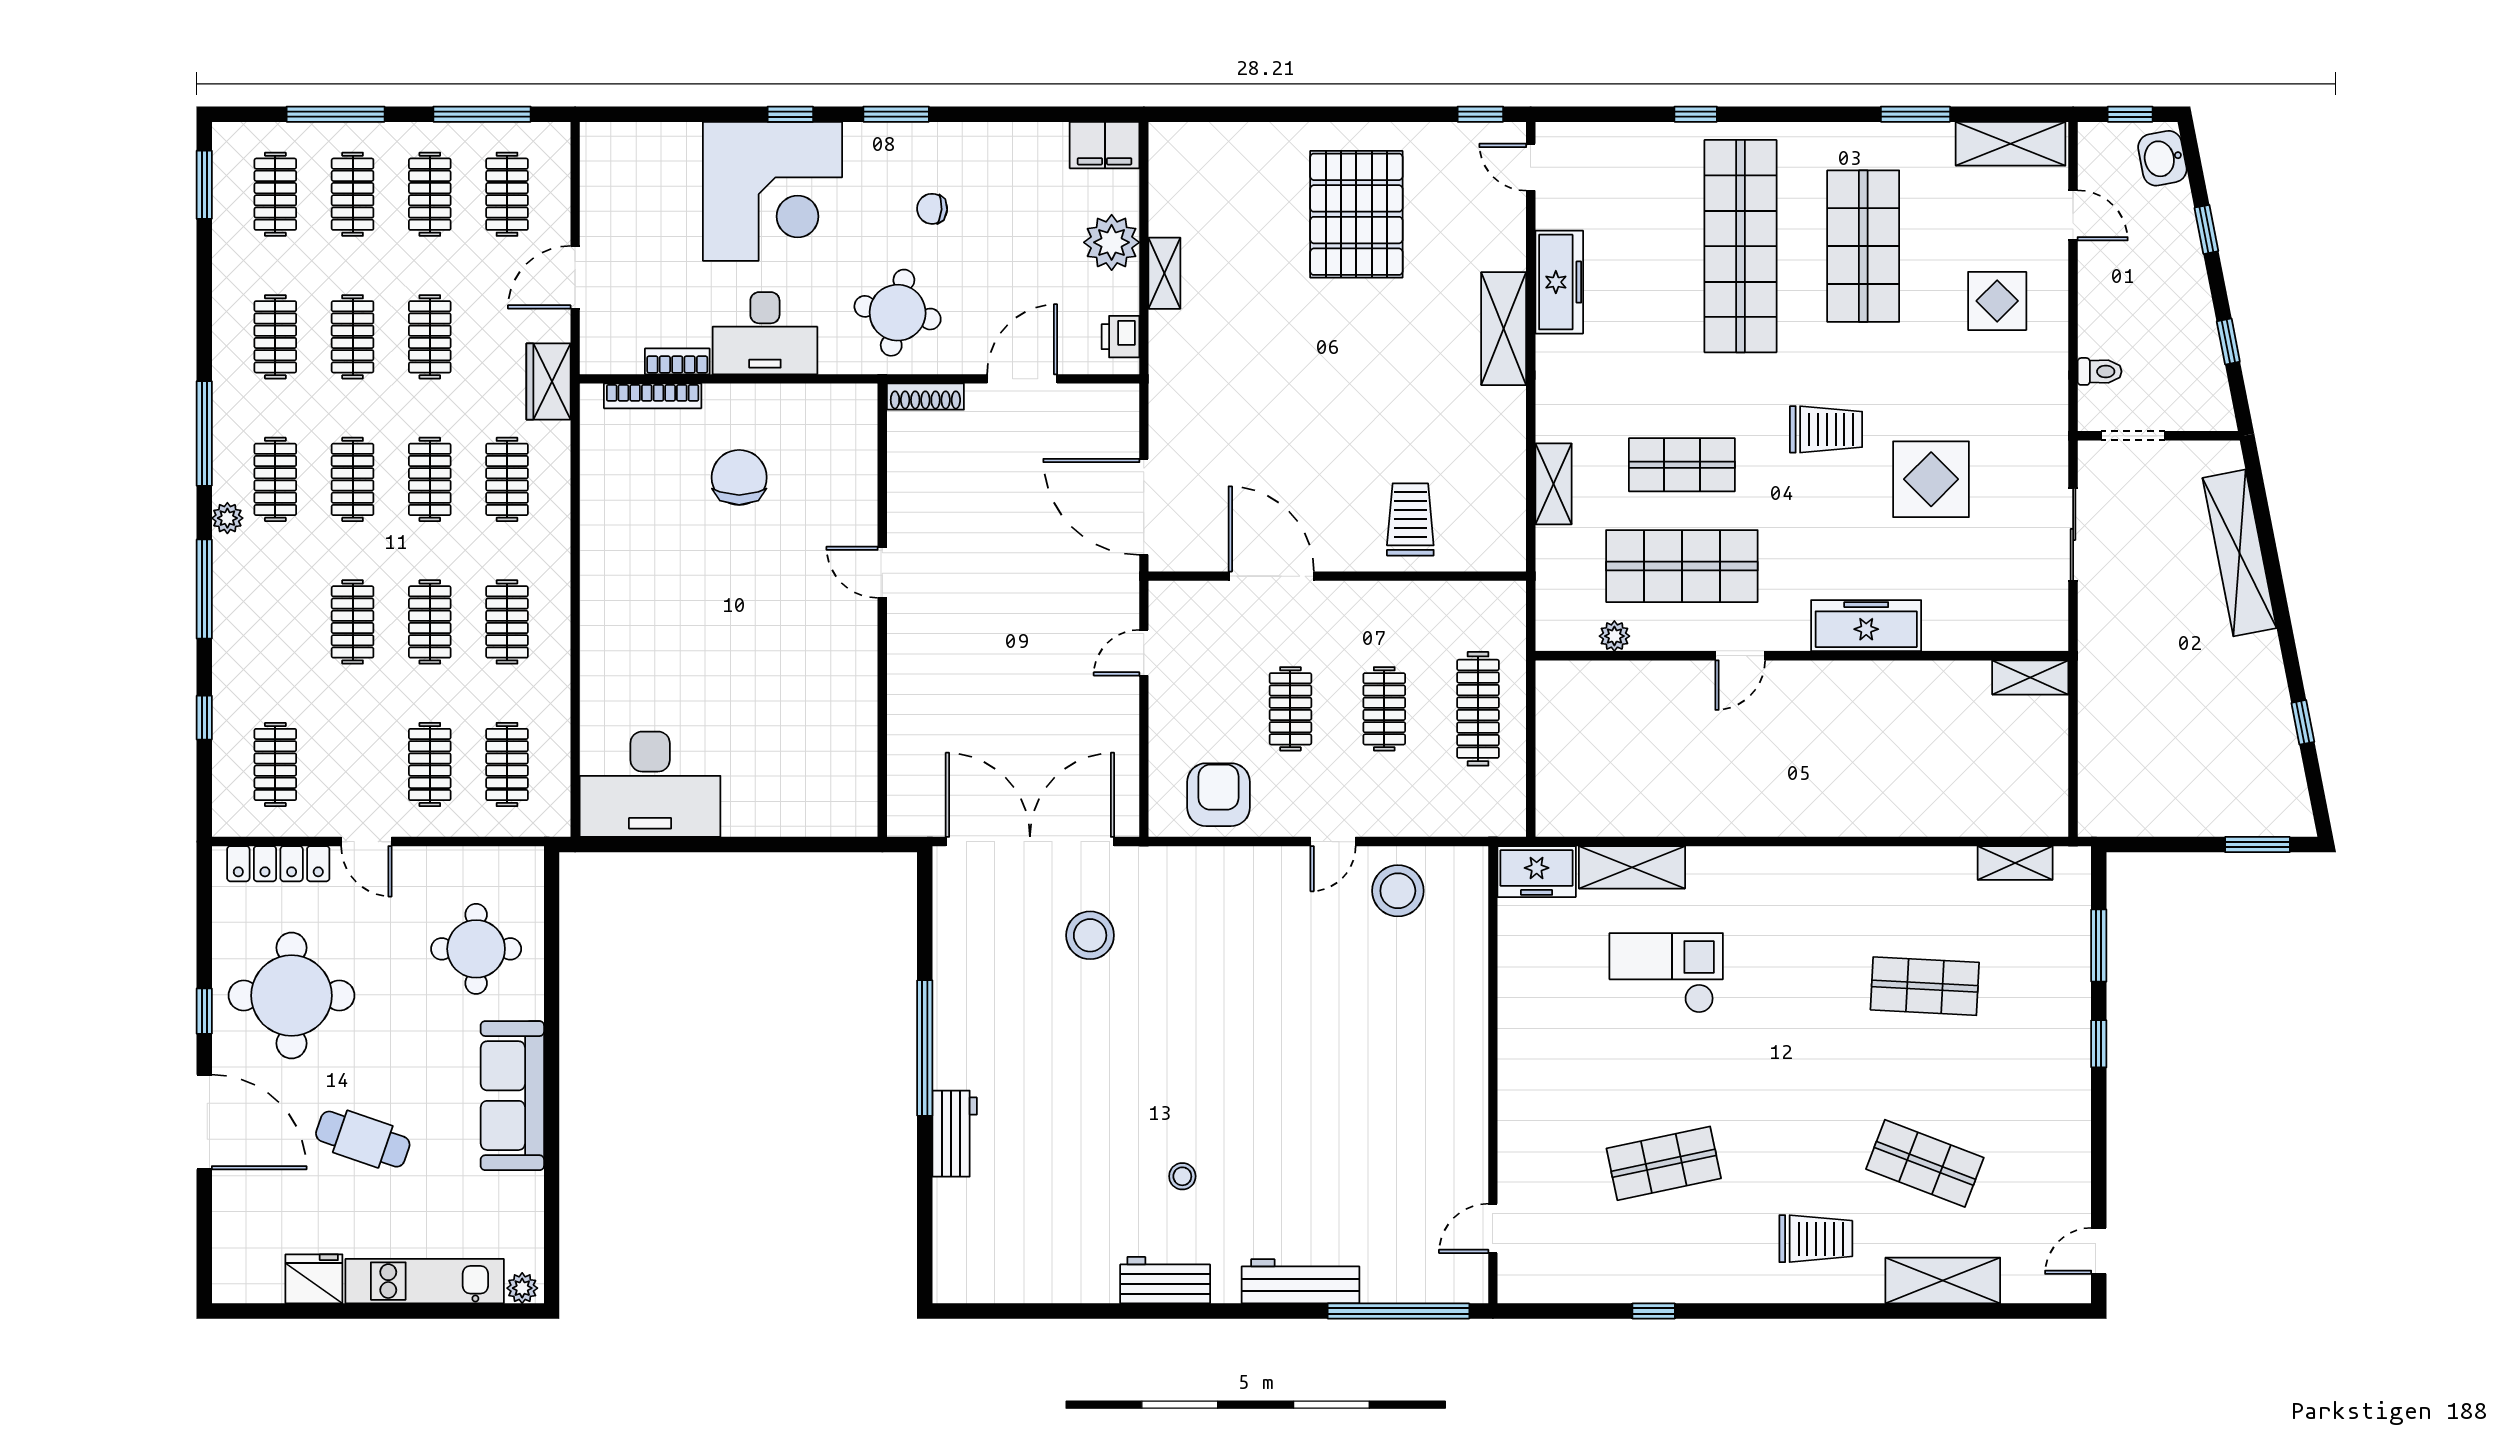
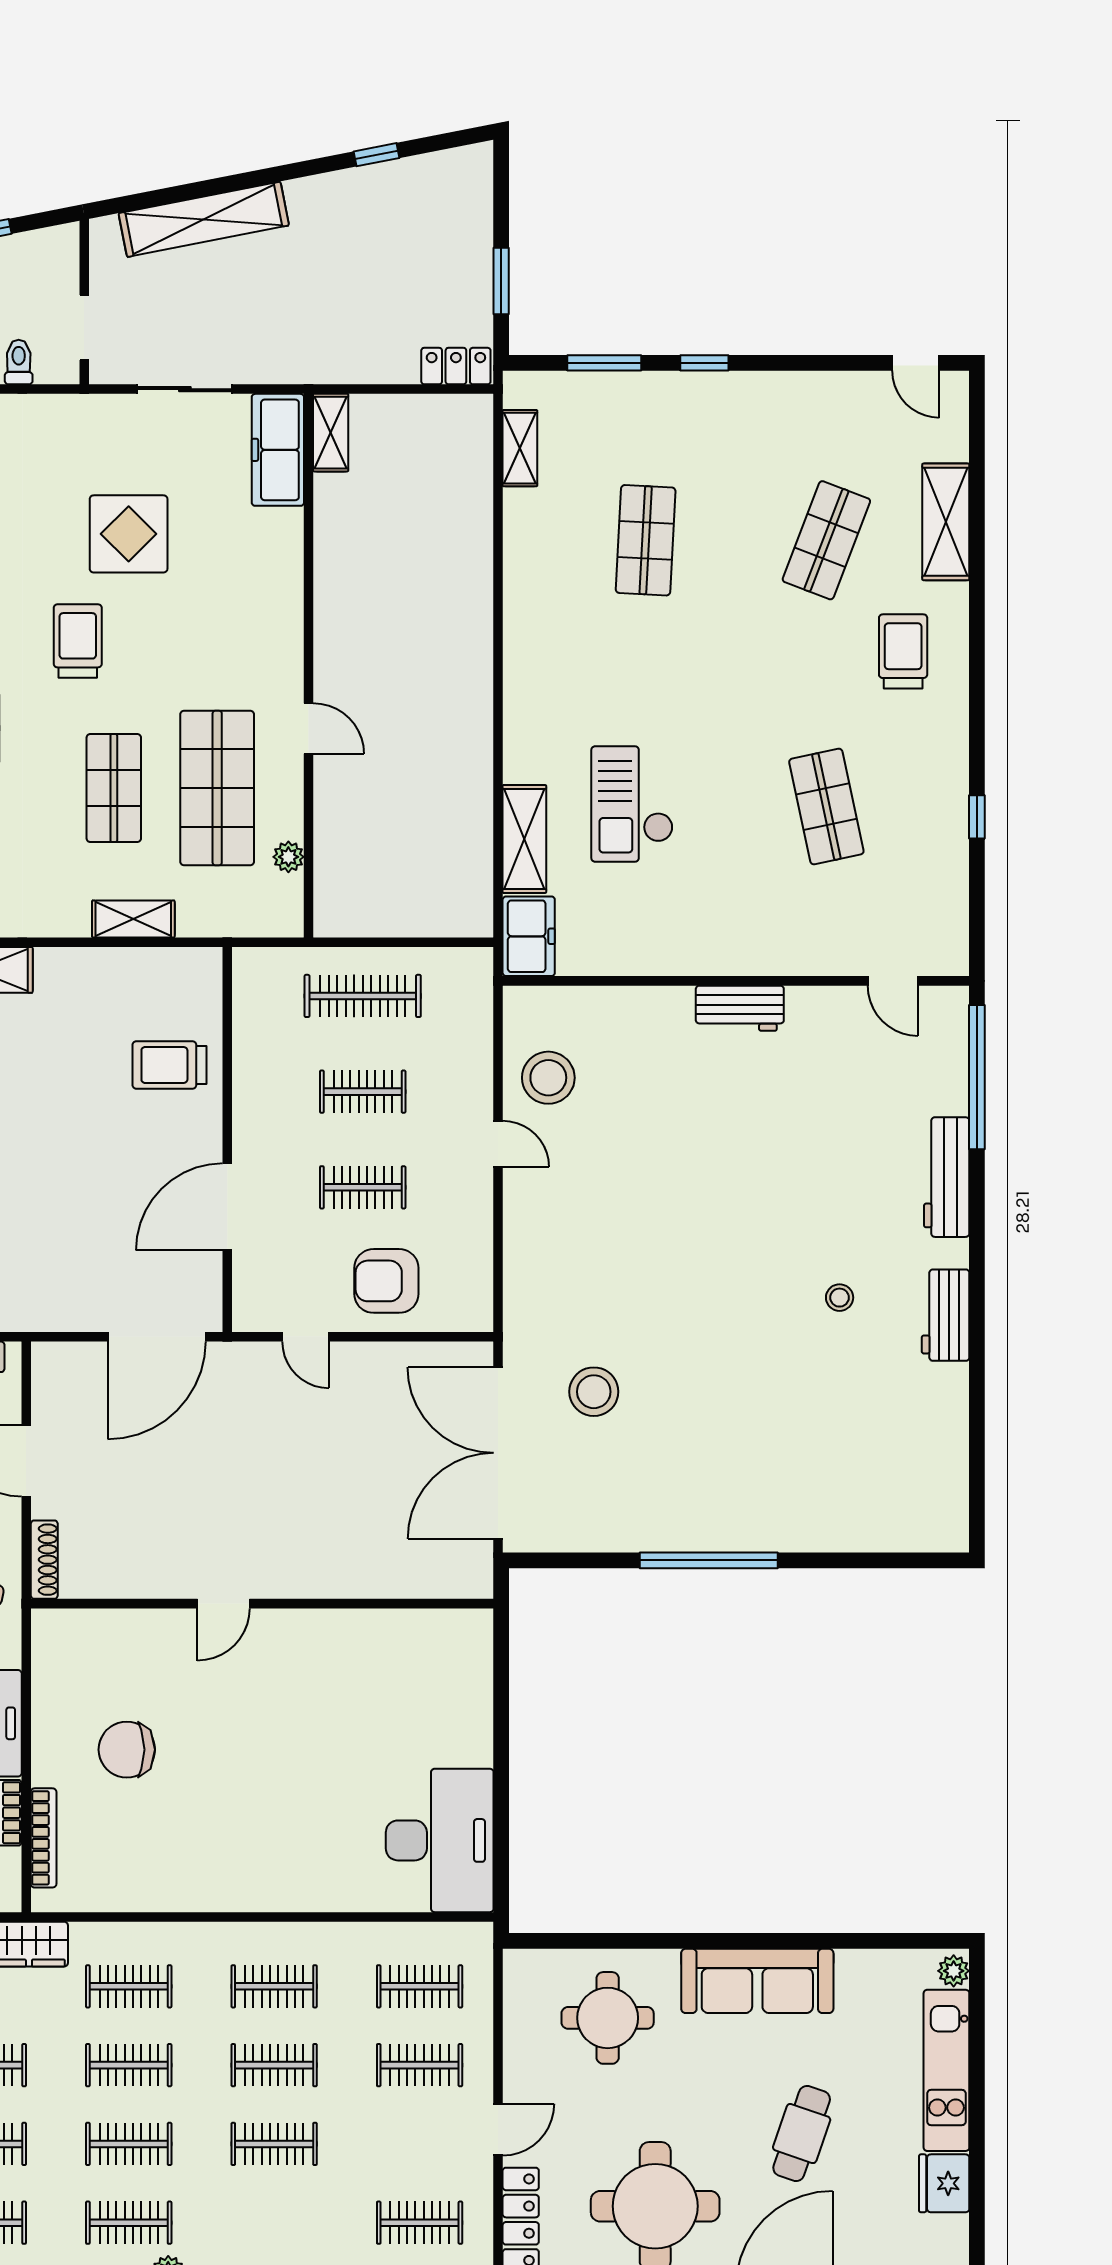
freezer: (1866, 626) -> (278, 450), moved
armchair: (1218, 795) -> (386, 1281), moved
locker: (2096, 800) -> (456, 366), added
window: (2257, 845) -> (501, 281), moved
workbench: (955, 1134) -> (740, 1008), moved, turned 180

